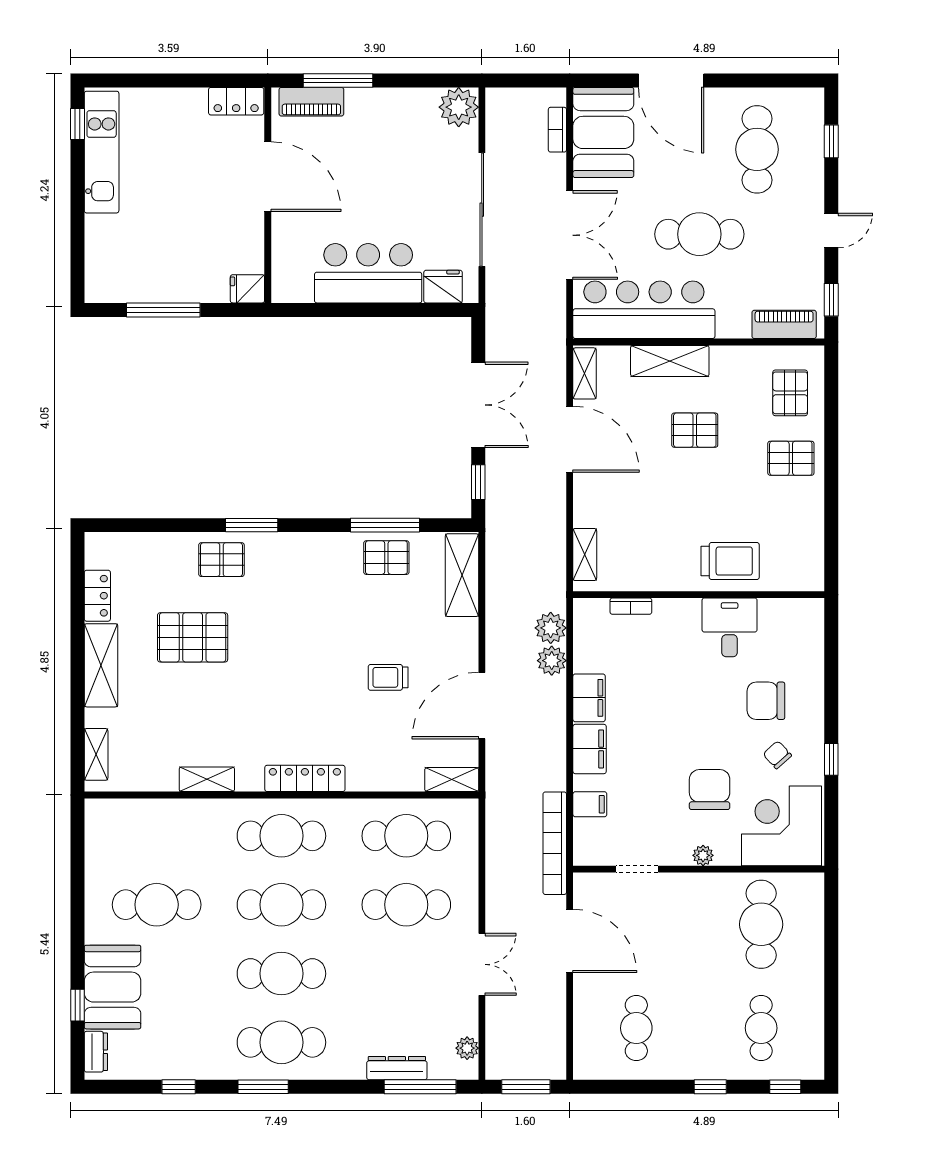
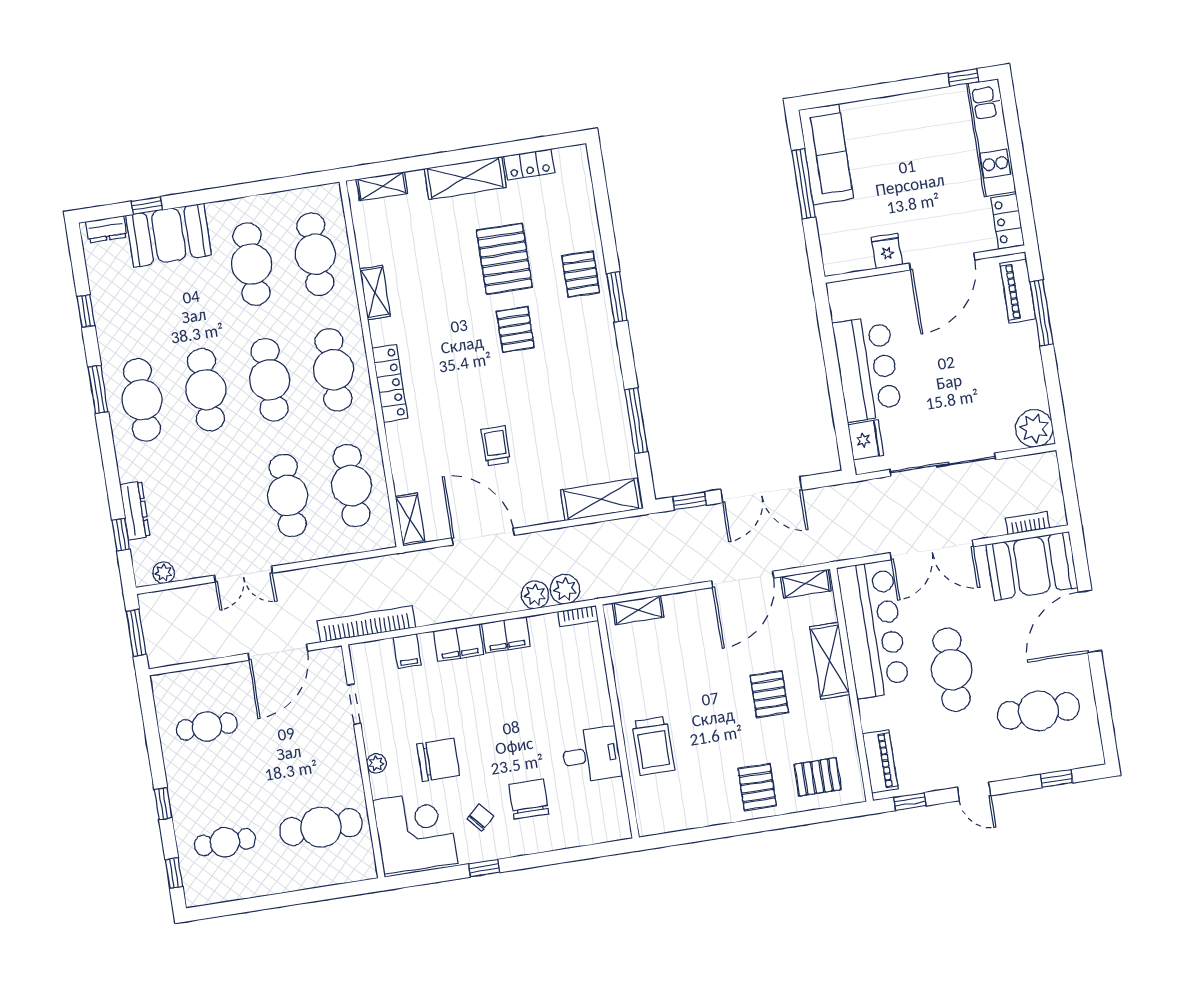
kitchen unit: (102, 152) -> (991, 138), moved, turned 90
sofa: (136, 281) -> (826, 154), added
fridge: (247, 289) -> (887, 251), moved
pallet: (386, 558) -> (515, 329), moved
bookcase: (631, 606) -> (578, 616), moved, turned -90
cafe table: (157, 836) -> (315, 254), added
window: (420, 1087) -> (121, 535), width x0.46

